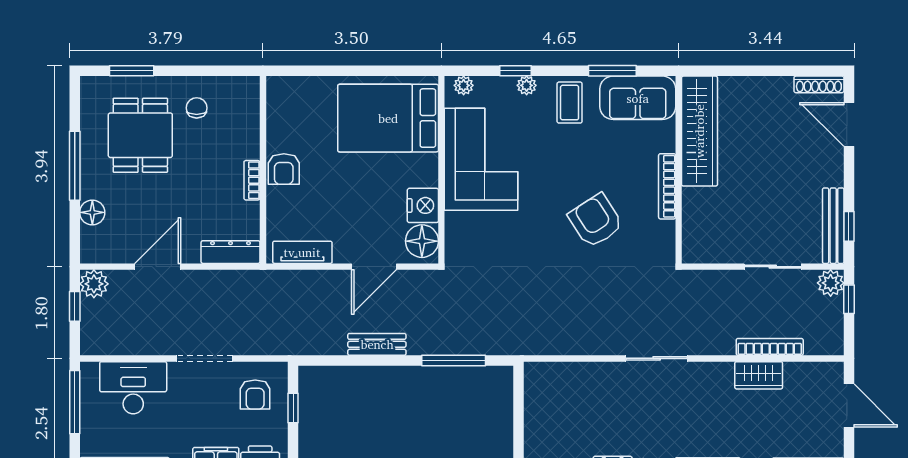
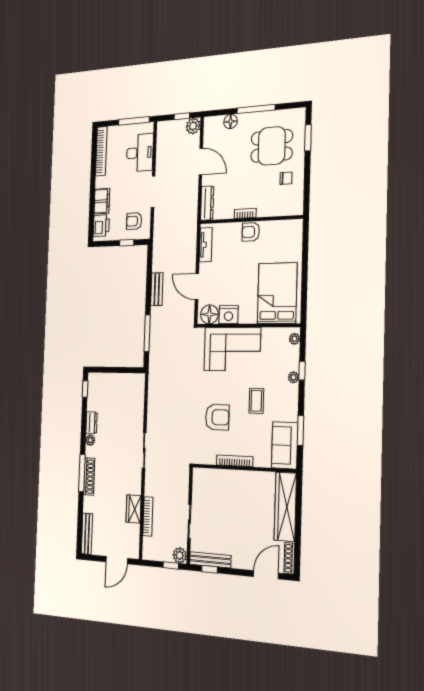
coffee table: (570, 103) -> (256, 401), moved, turned 90
wardrobe: (699, 131) -> (285, 507), moved, turned 90
corner sofa: (481, 159) -> (232, 349), moved
armchair: (596, 221) -> (217, 417), turned 33

